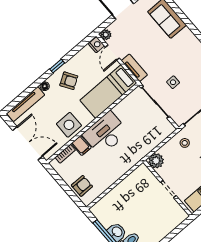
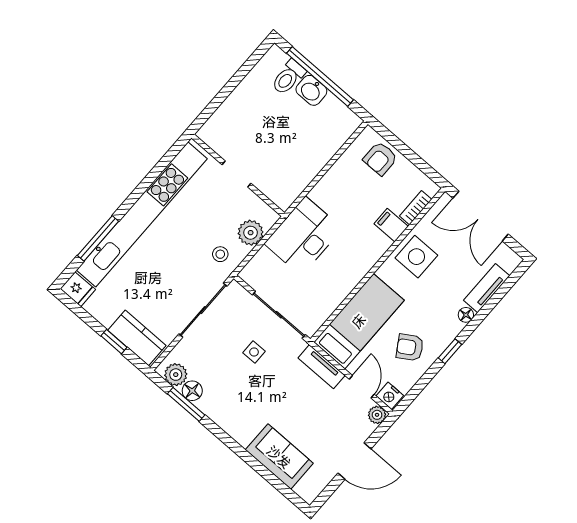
armchair: (69, 81) -> (410, 347), moved
tv unit: (26, 104) -> (487, 288), width x0.71
desk: (105, 133) -> (303, 236), moved, turned 180
plant: (156, 161) -> (251, 233), moved

